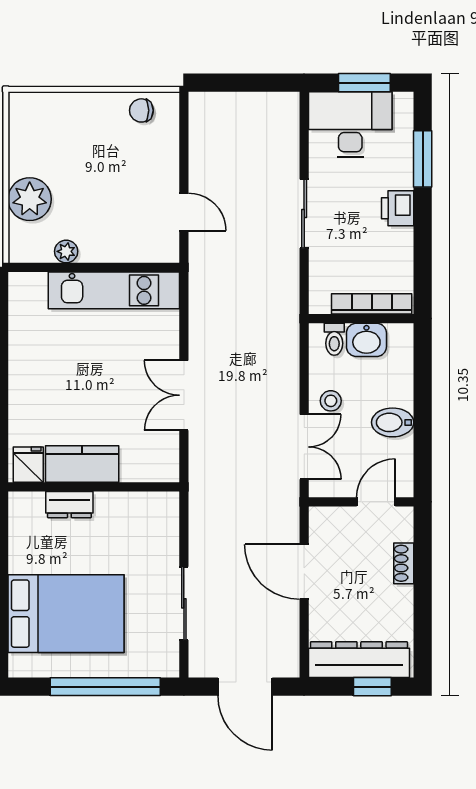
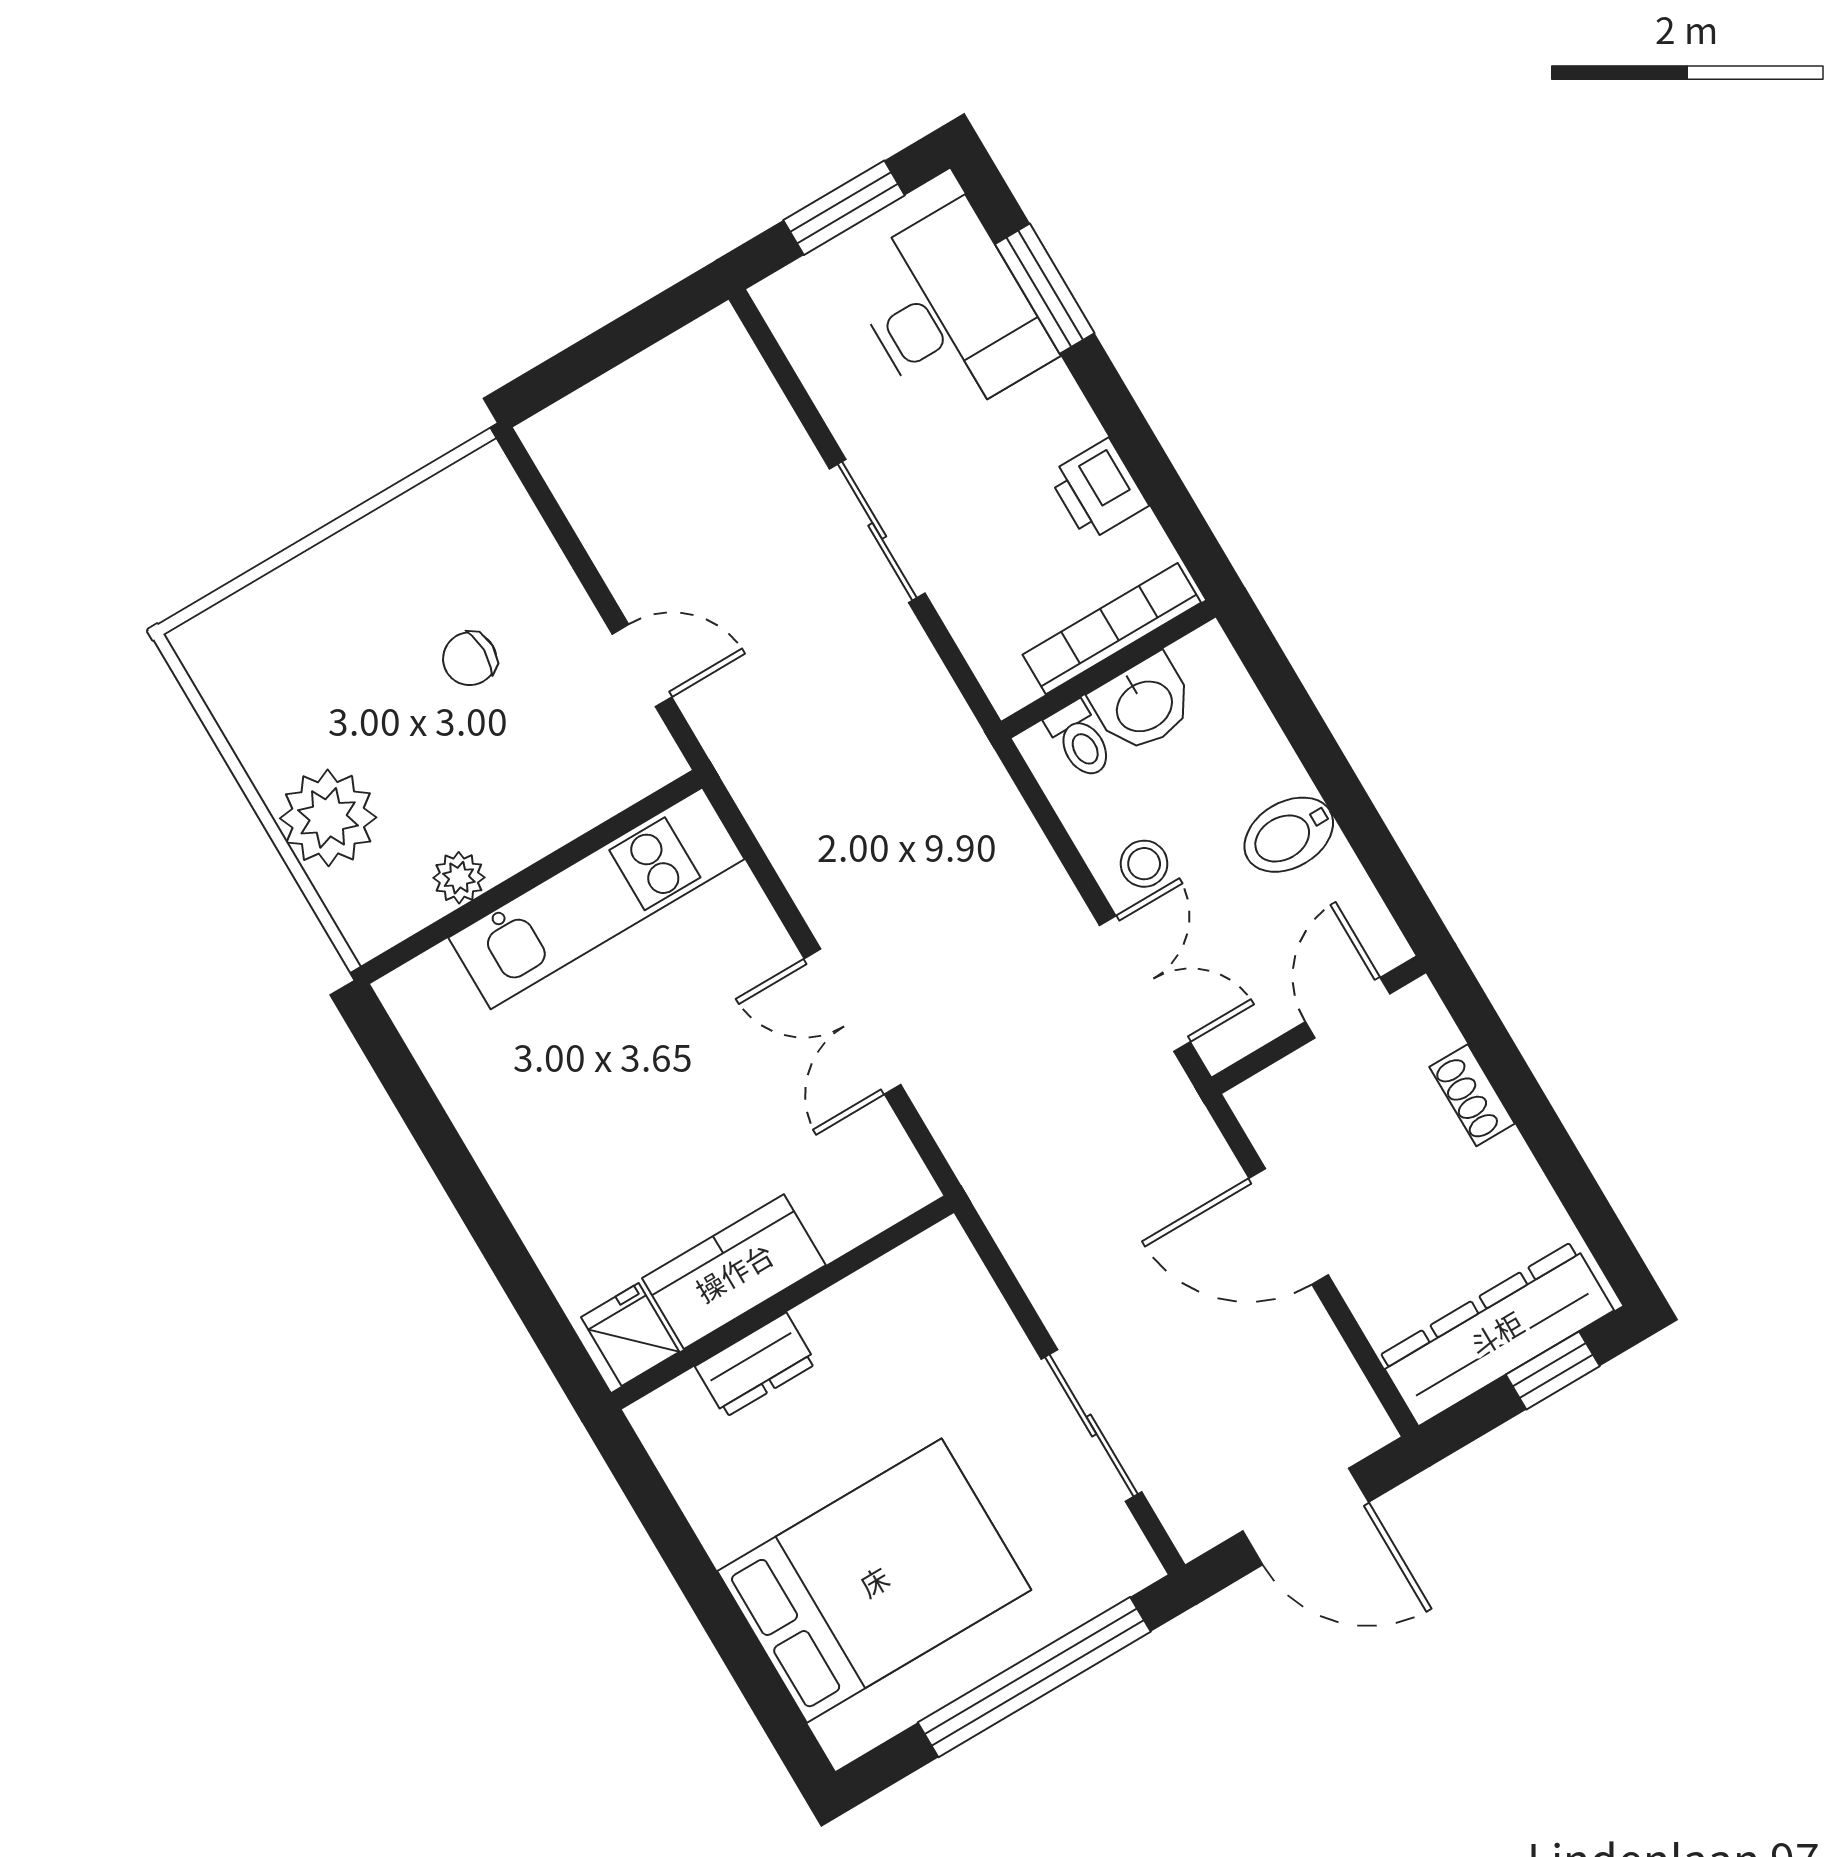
chair: (141, 110) -> (470, 659), moved
desk: (350, 124) -> (949, 312), moved, turned 90
printer: (398, 208) -> (1098, 490), moved

